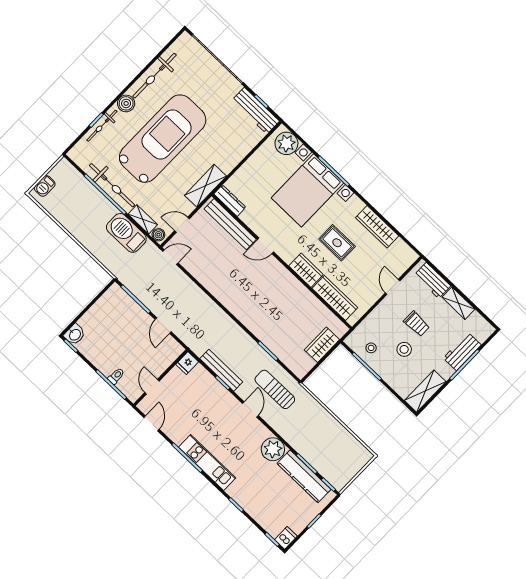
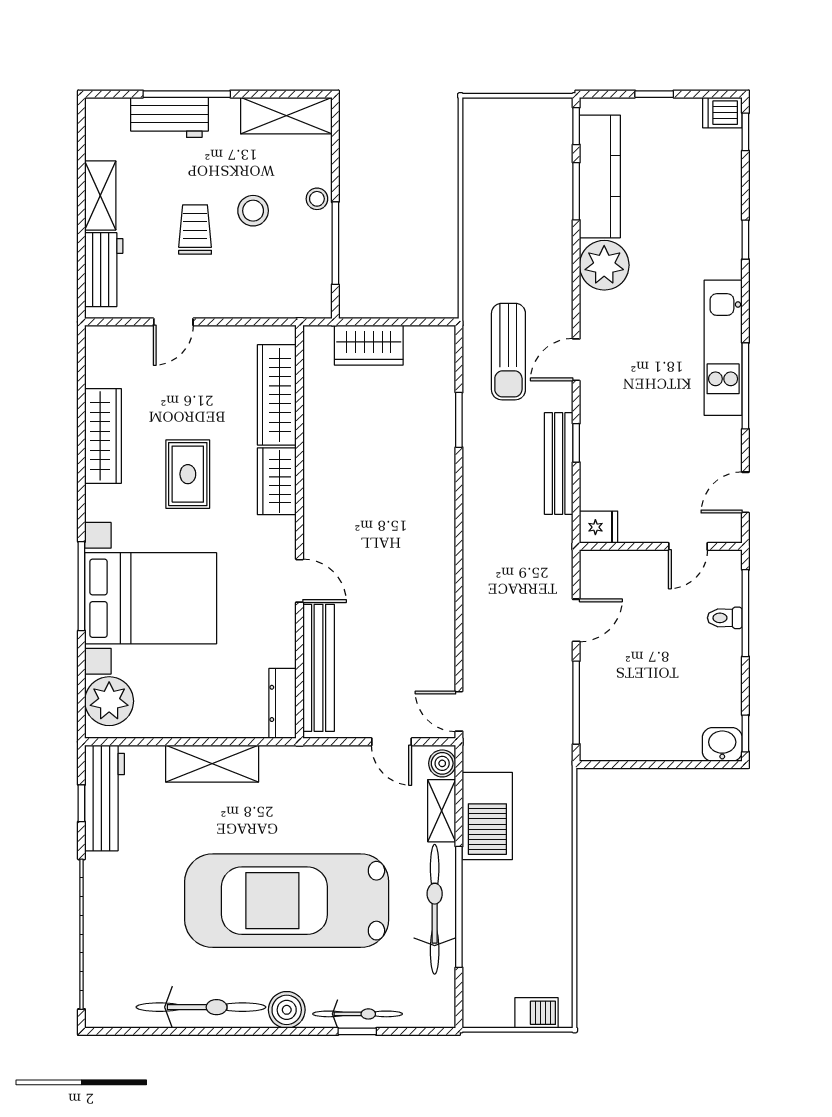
shelving: (206, 186) -> (212, 764), moved
stool: (371, 348) -> (317, 199), moved

